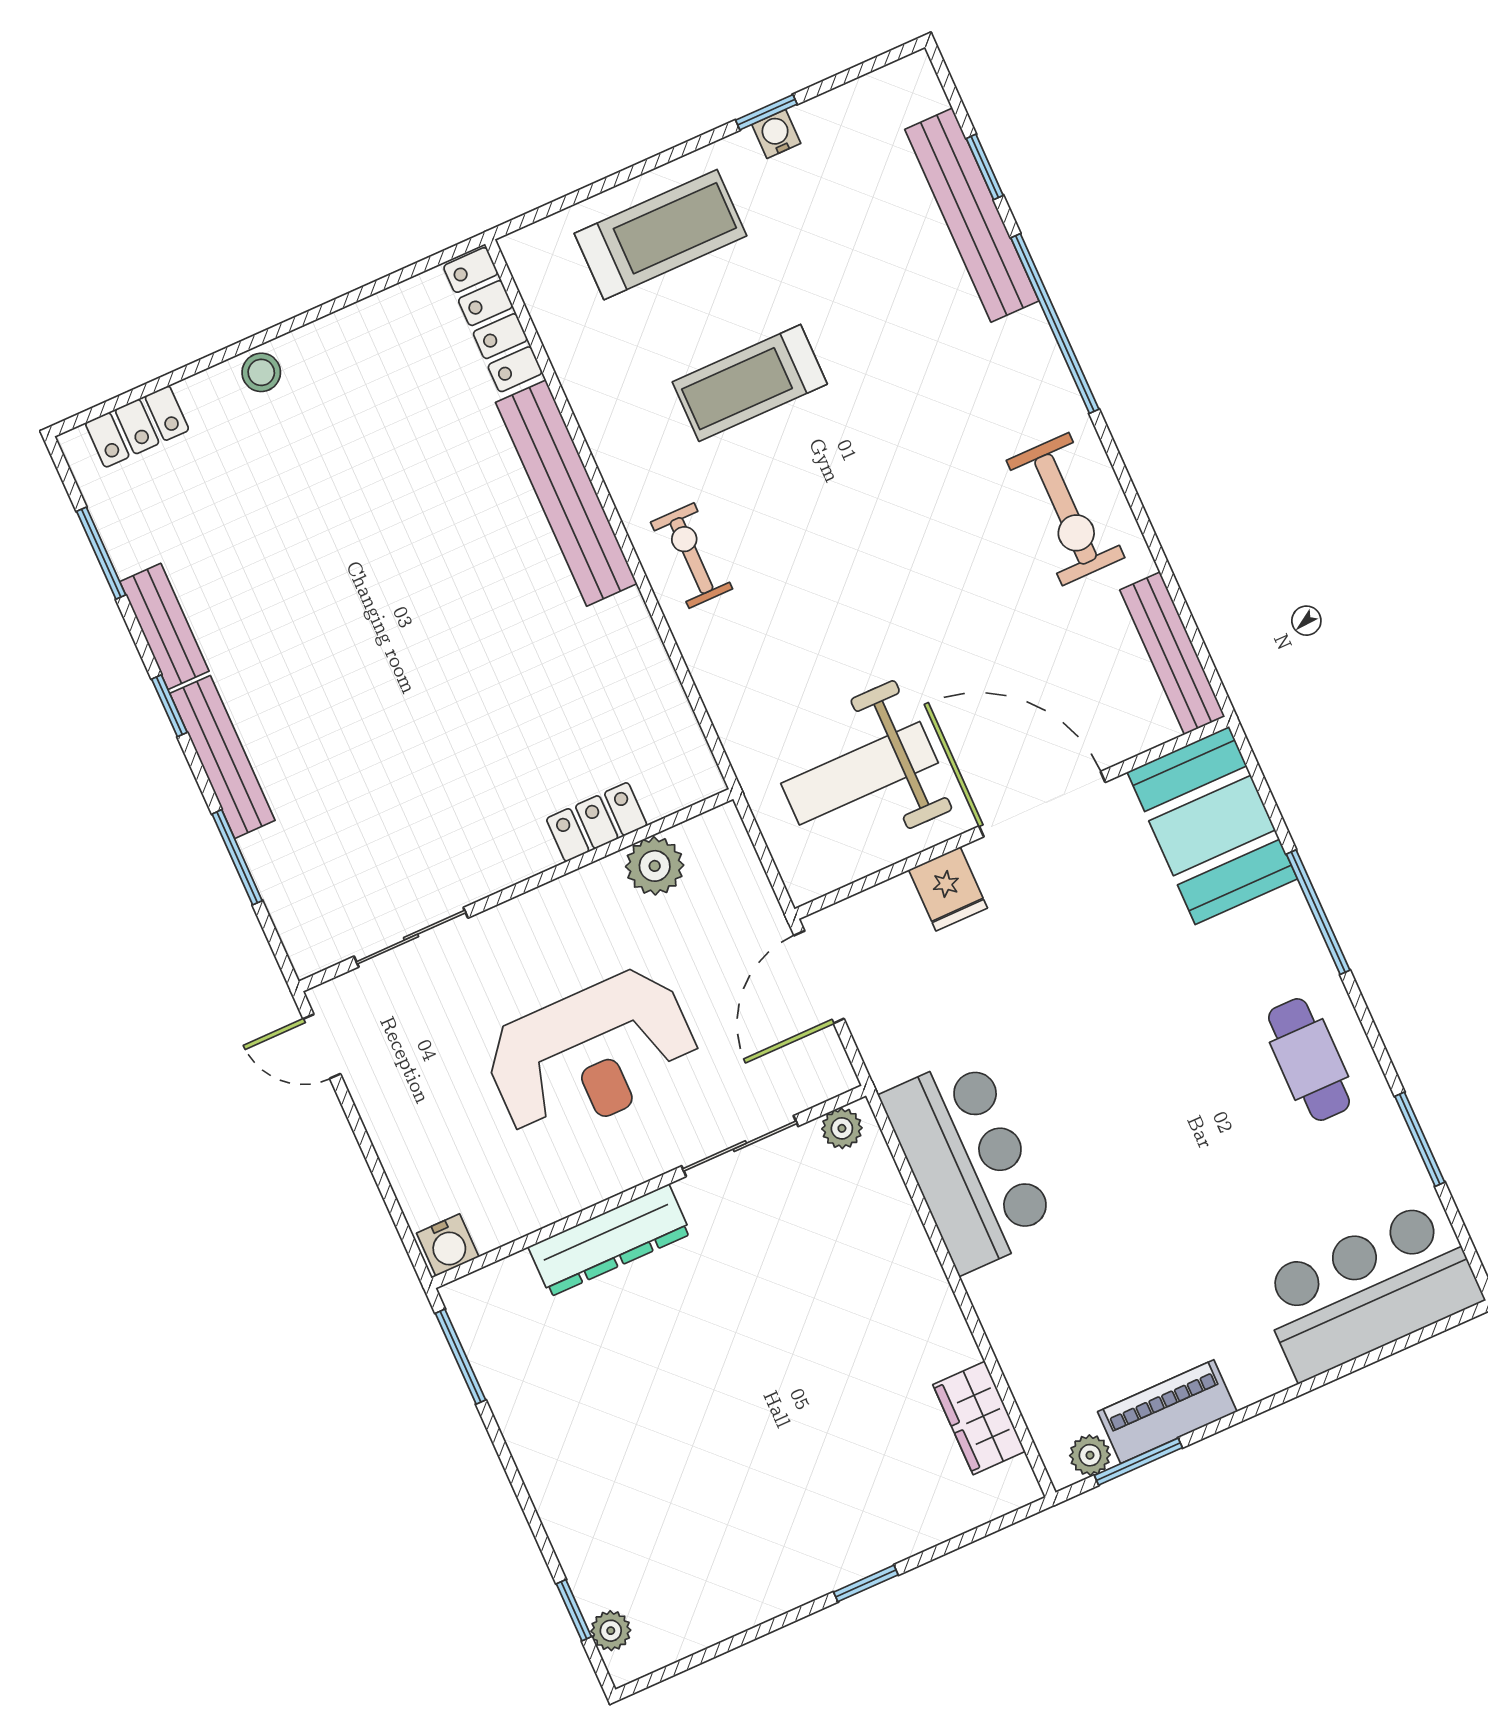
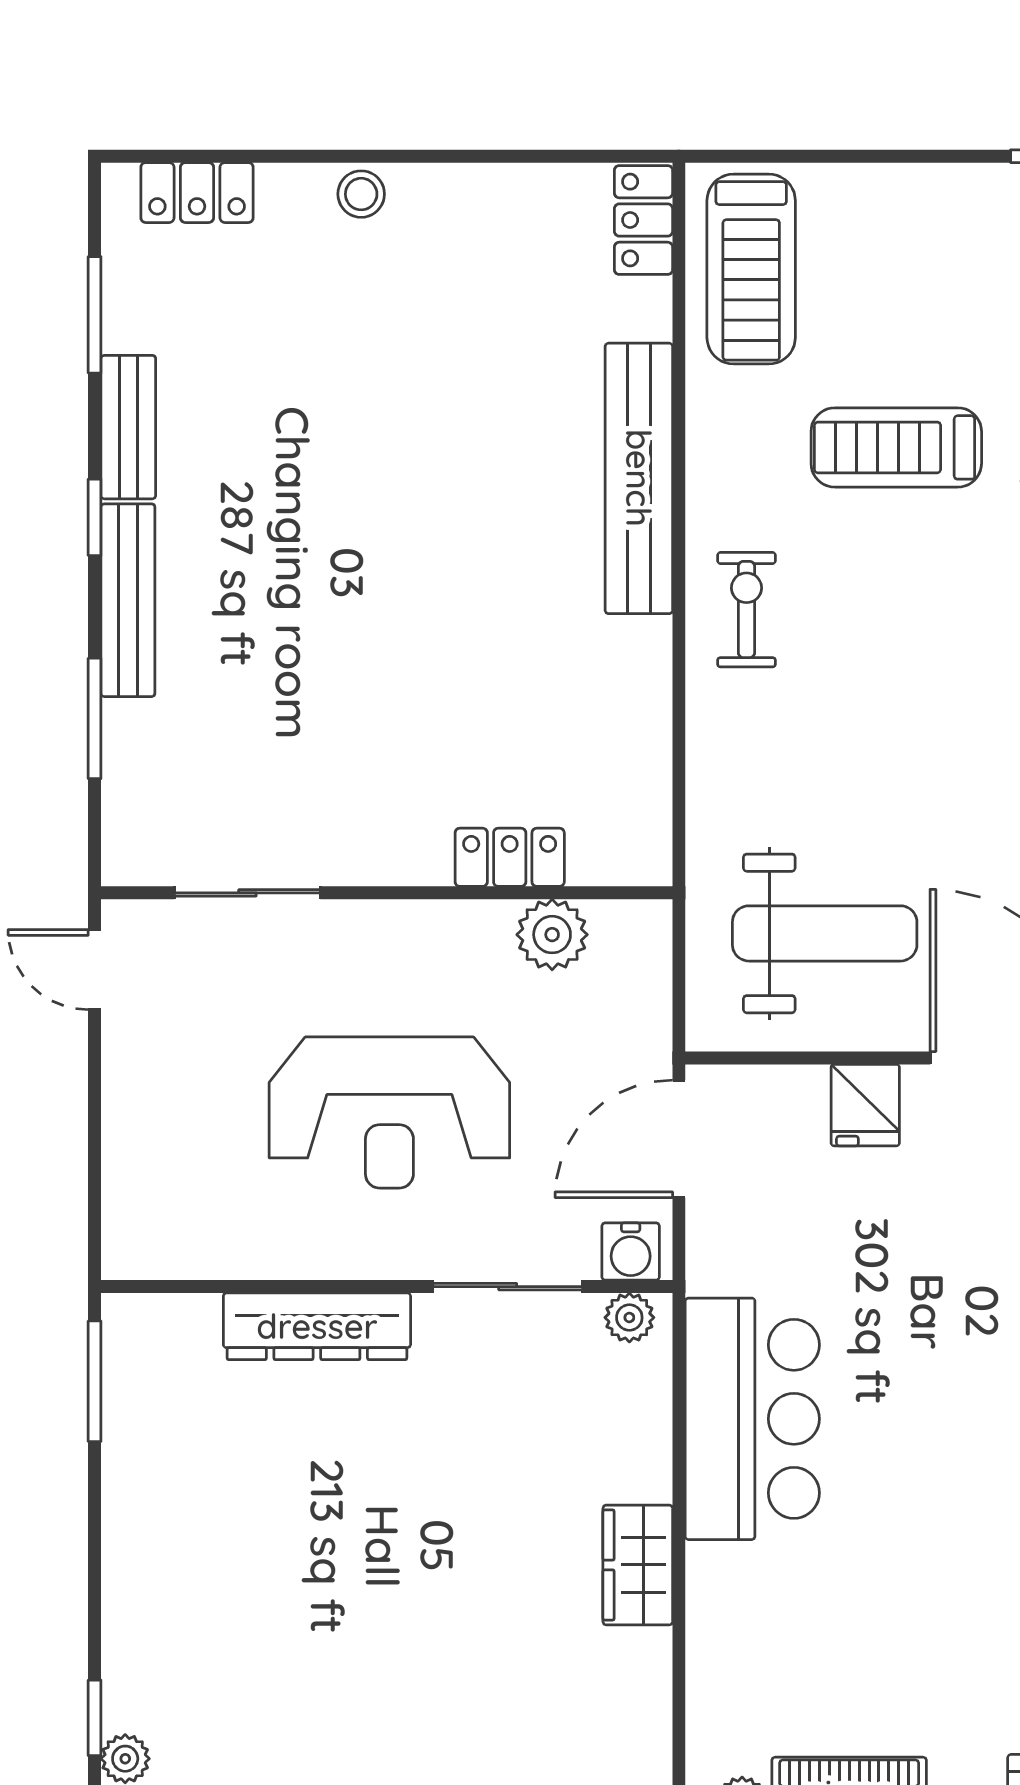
treadmill: (661, 235) -> (751, 269), moved, turned 90
locker: (493, 320) -> (643, 220), width x0.66
weight bench: (860, 773) -> (825, 933), turned 180
water cooler: (448, 1245) -> (631, 1252), moved
wardrobe: (979, 1418) -> (638, 1565), moved

